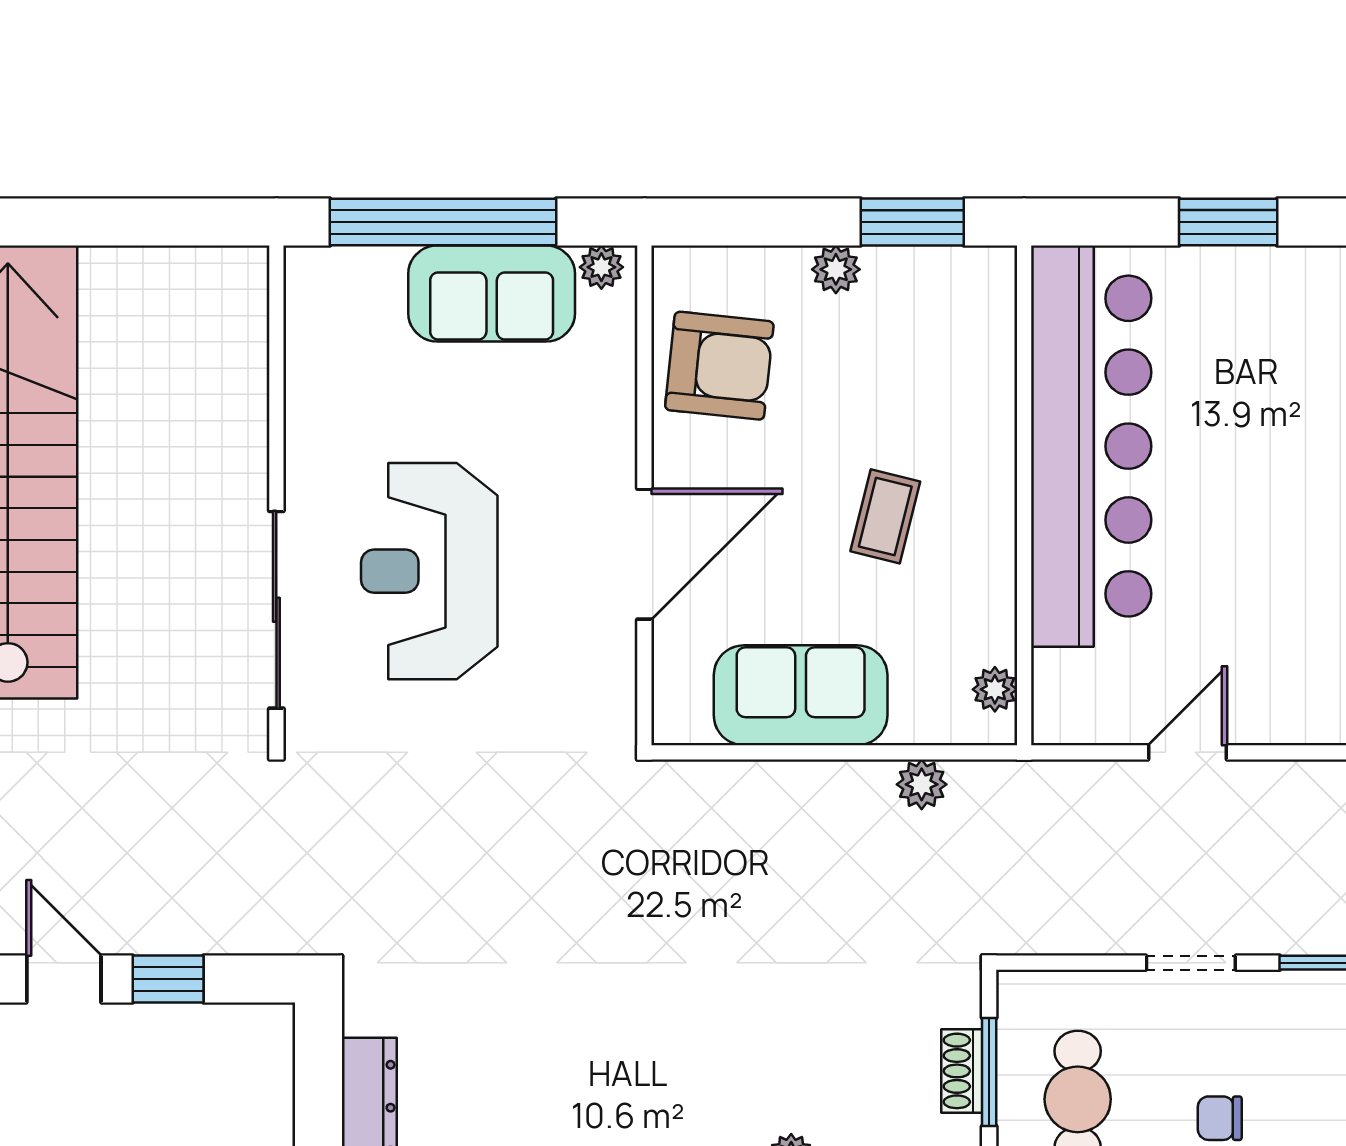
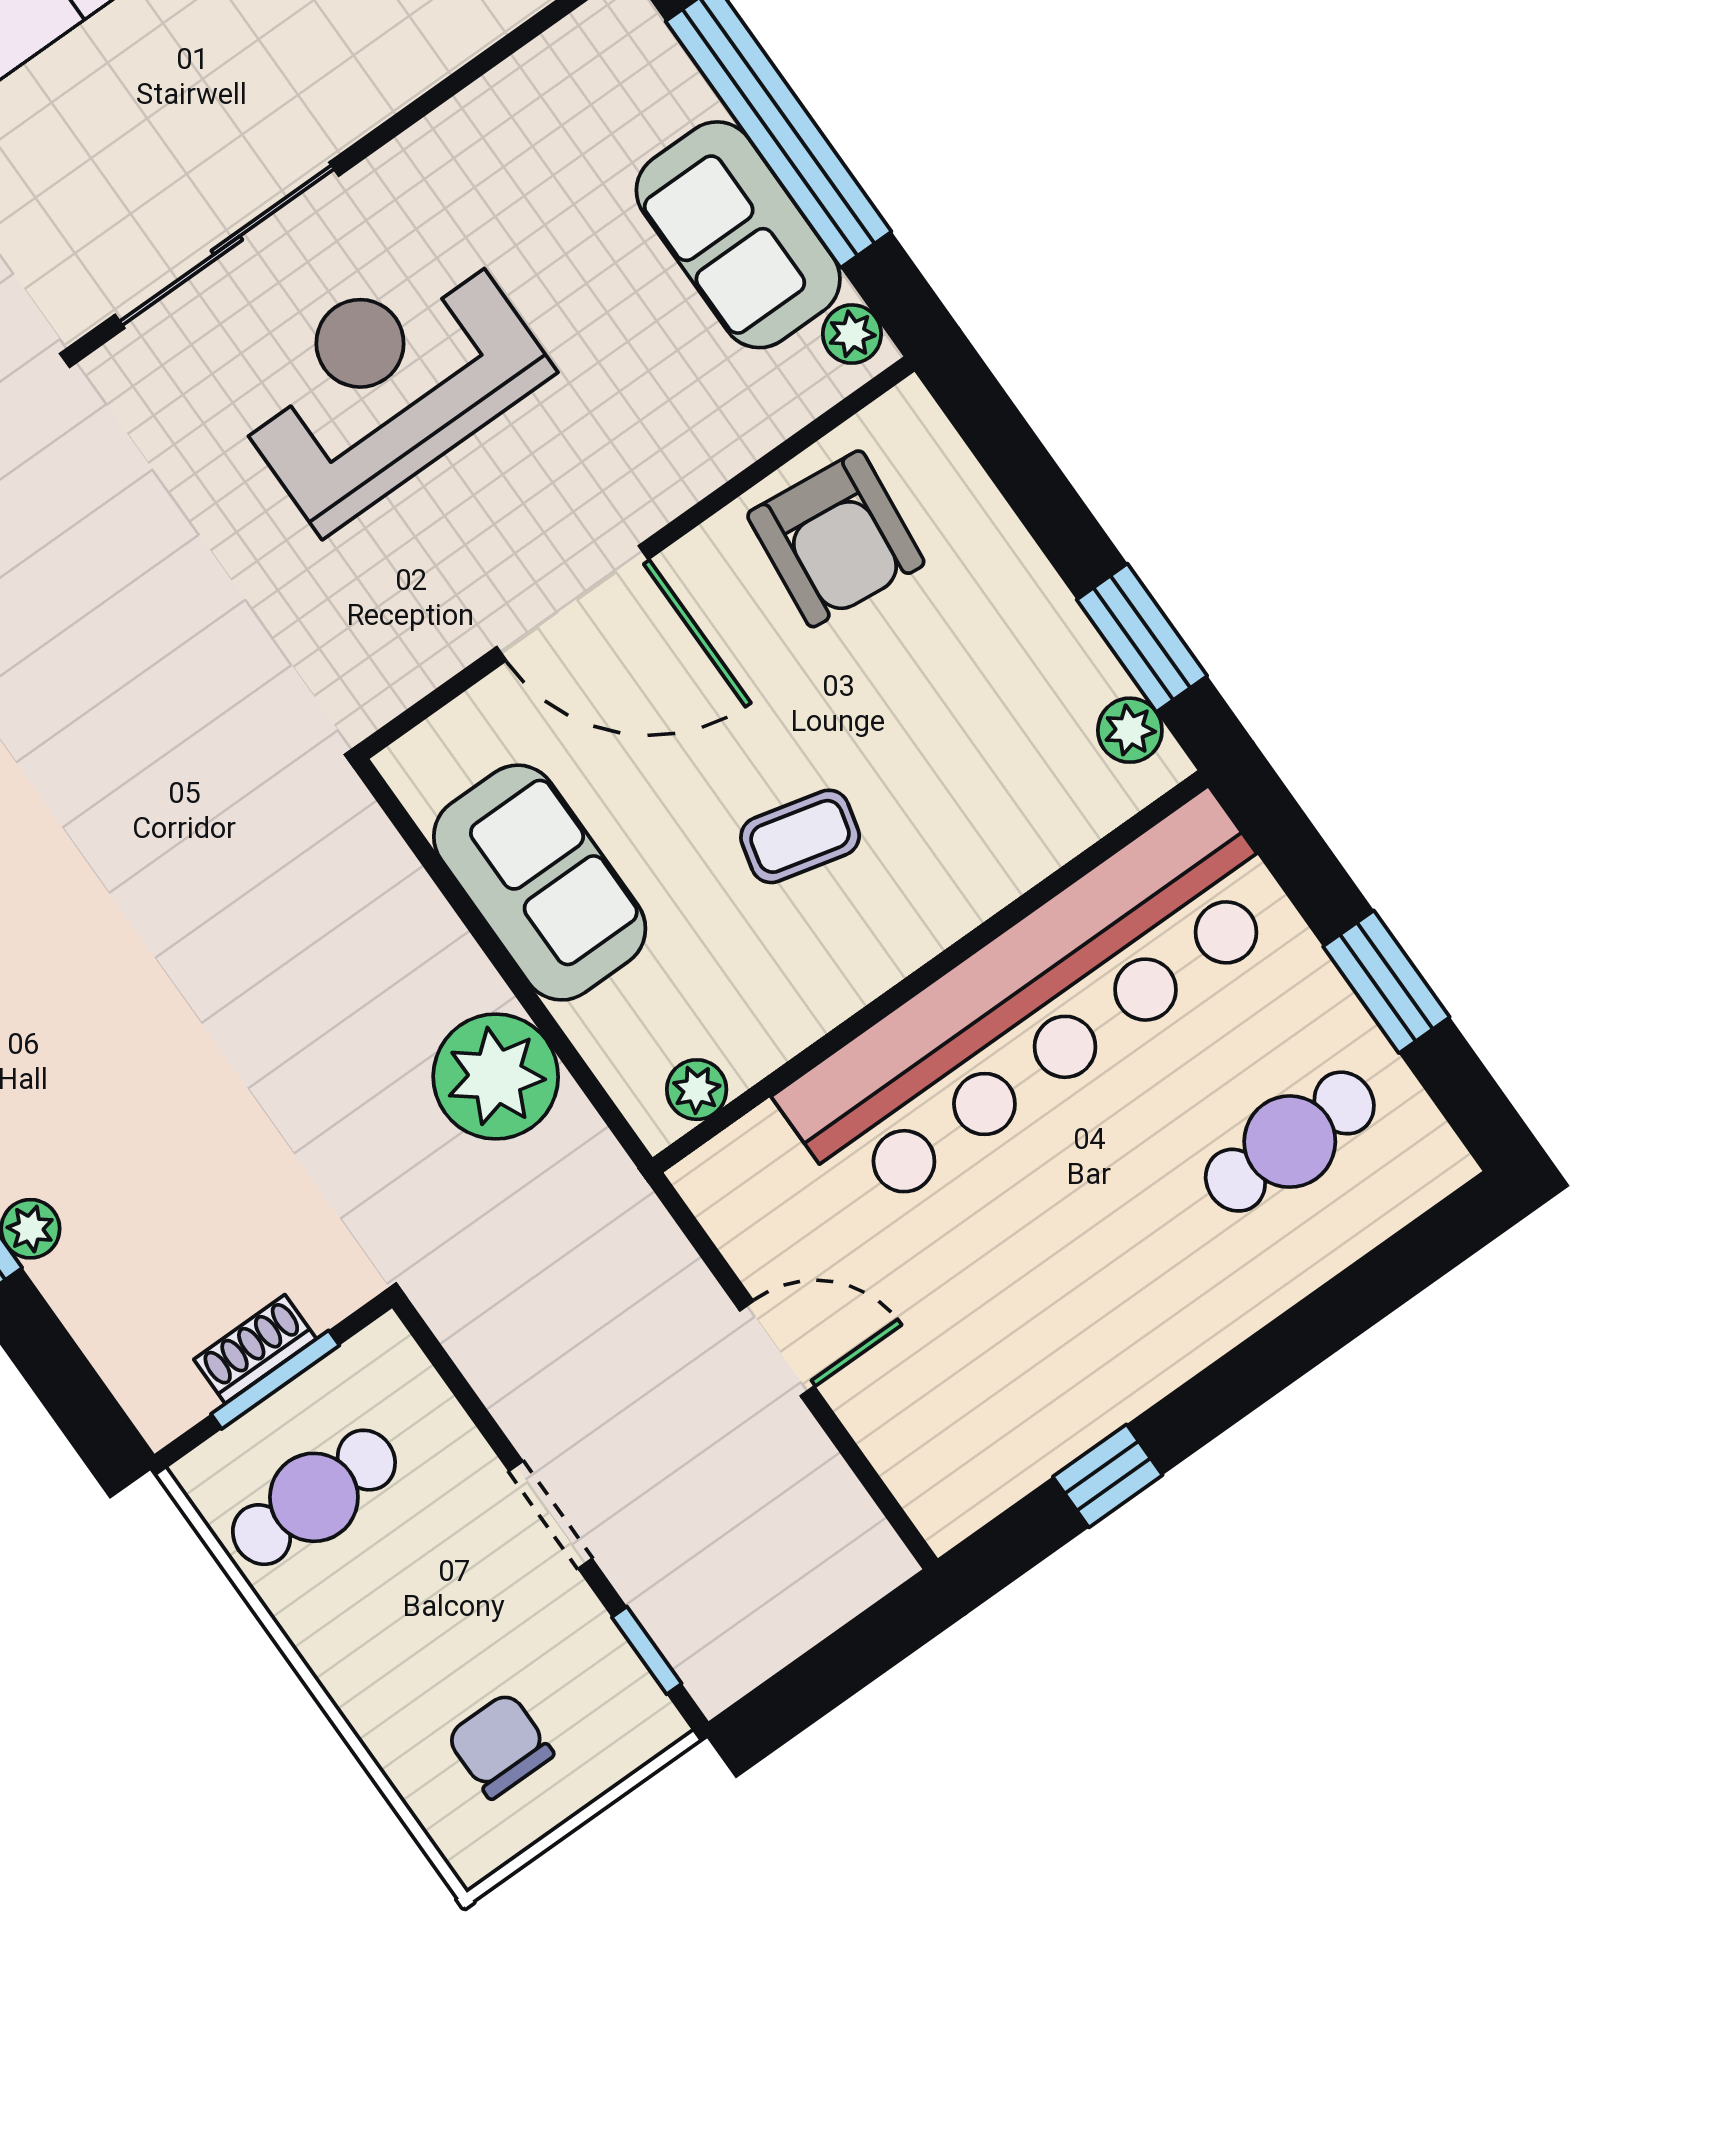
plant: (836, 269) -> (1130, 730), moved
cafe table: (1284, 350) -> (1290, 1142), added
plant: (922, 784) -> (496, 1077), width x1.87, depth x1.87
chair: (1220, 1118) -> (500, 1745), moved, width x1.37, depth x1.37

